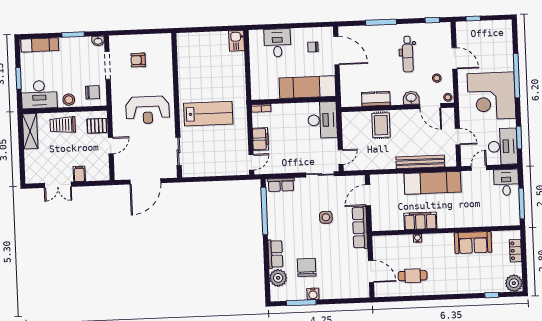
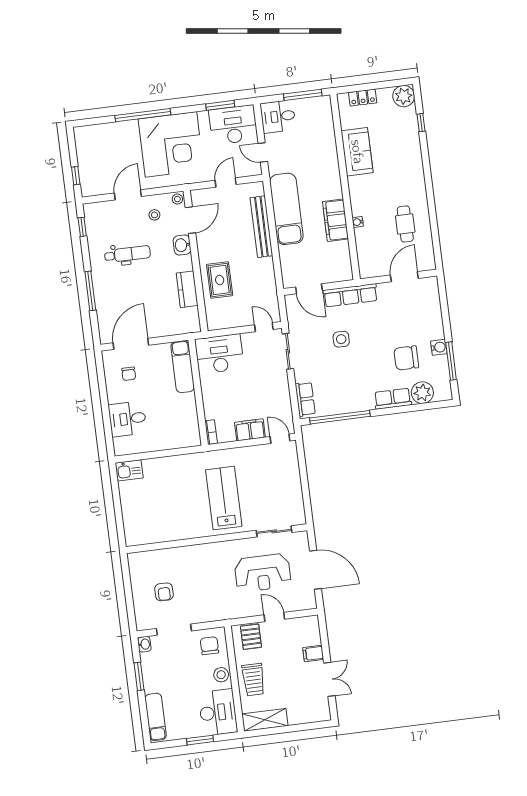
exam couch: (307, 87) -> (183, 367), width x0.73, depth x0.69
reception desk: (148, 110) -> (263, 573), moved, turned 90
rug: (381, 125) -> (220, 280), turned 90

